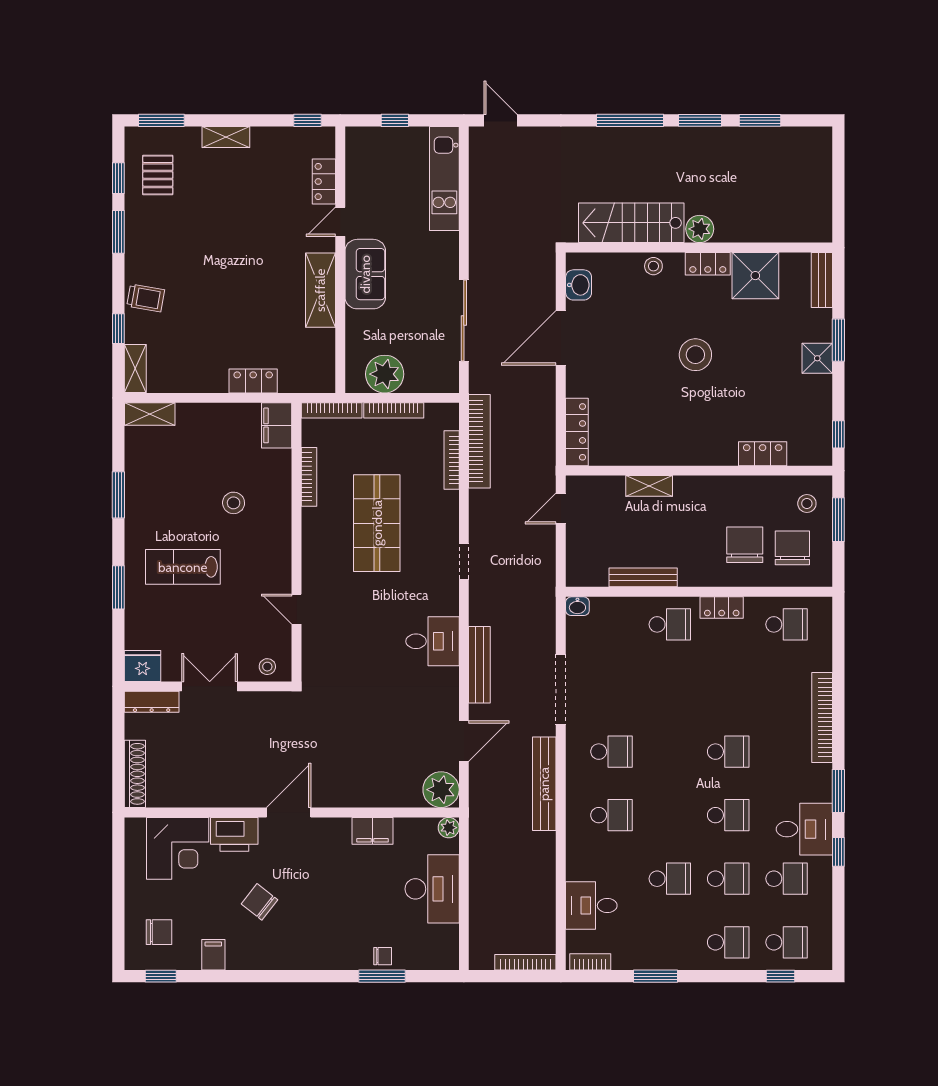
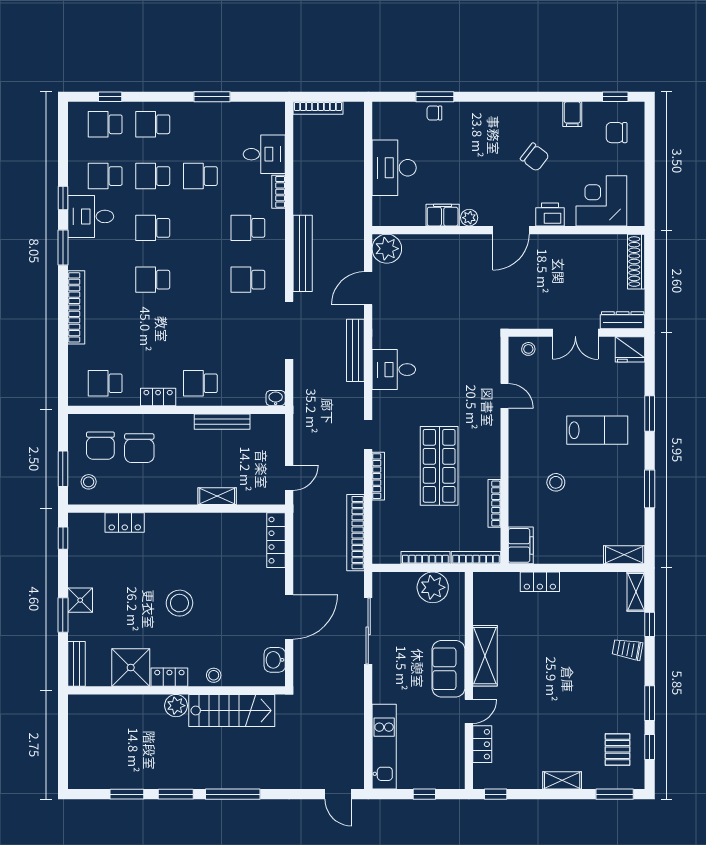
bookcase: (452, 460) -> (378, 476), moved
plant: (449, 828) -> (469, 218), moved
printer: (234, 834) -> (550, 215), width x0.73, depth x0.84
bookcase: (590, 962) -> (279, 192), moved, turned 90

